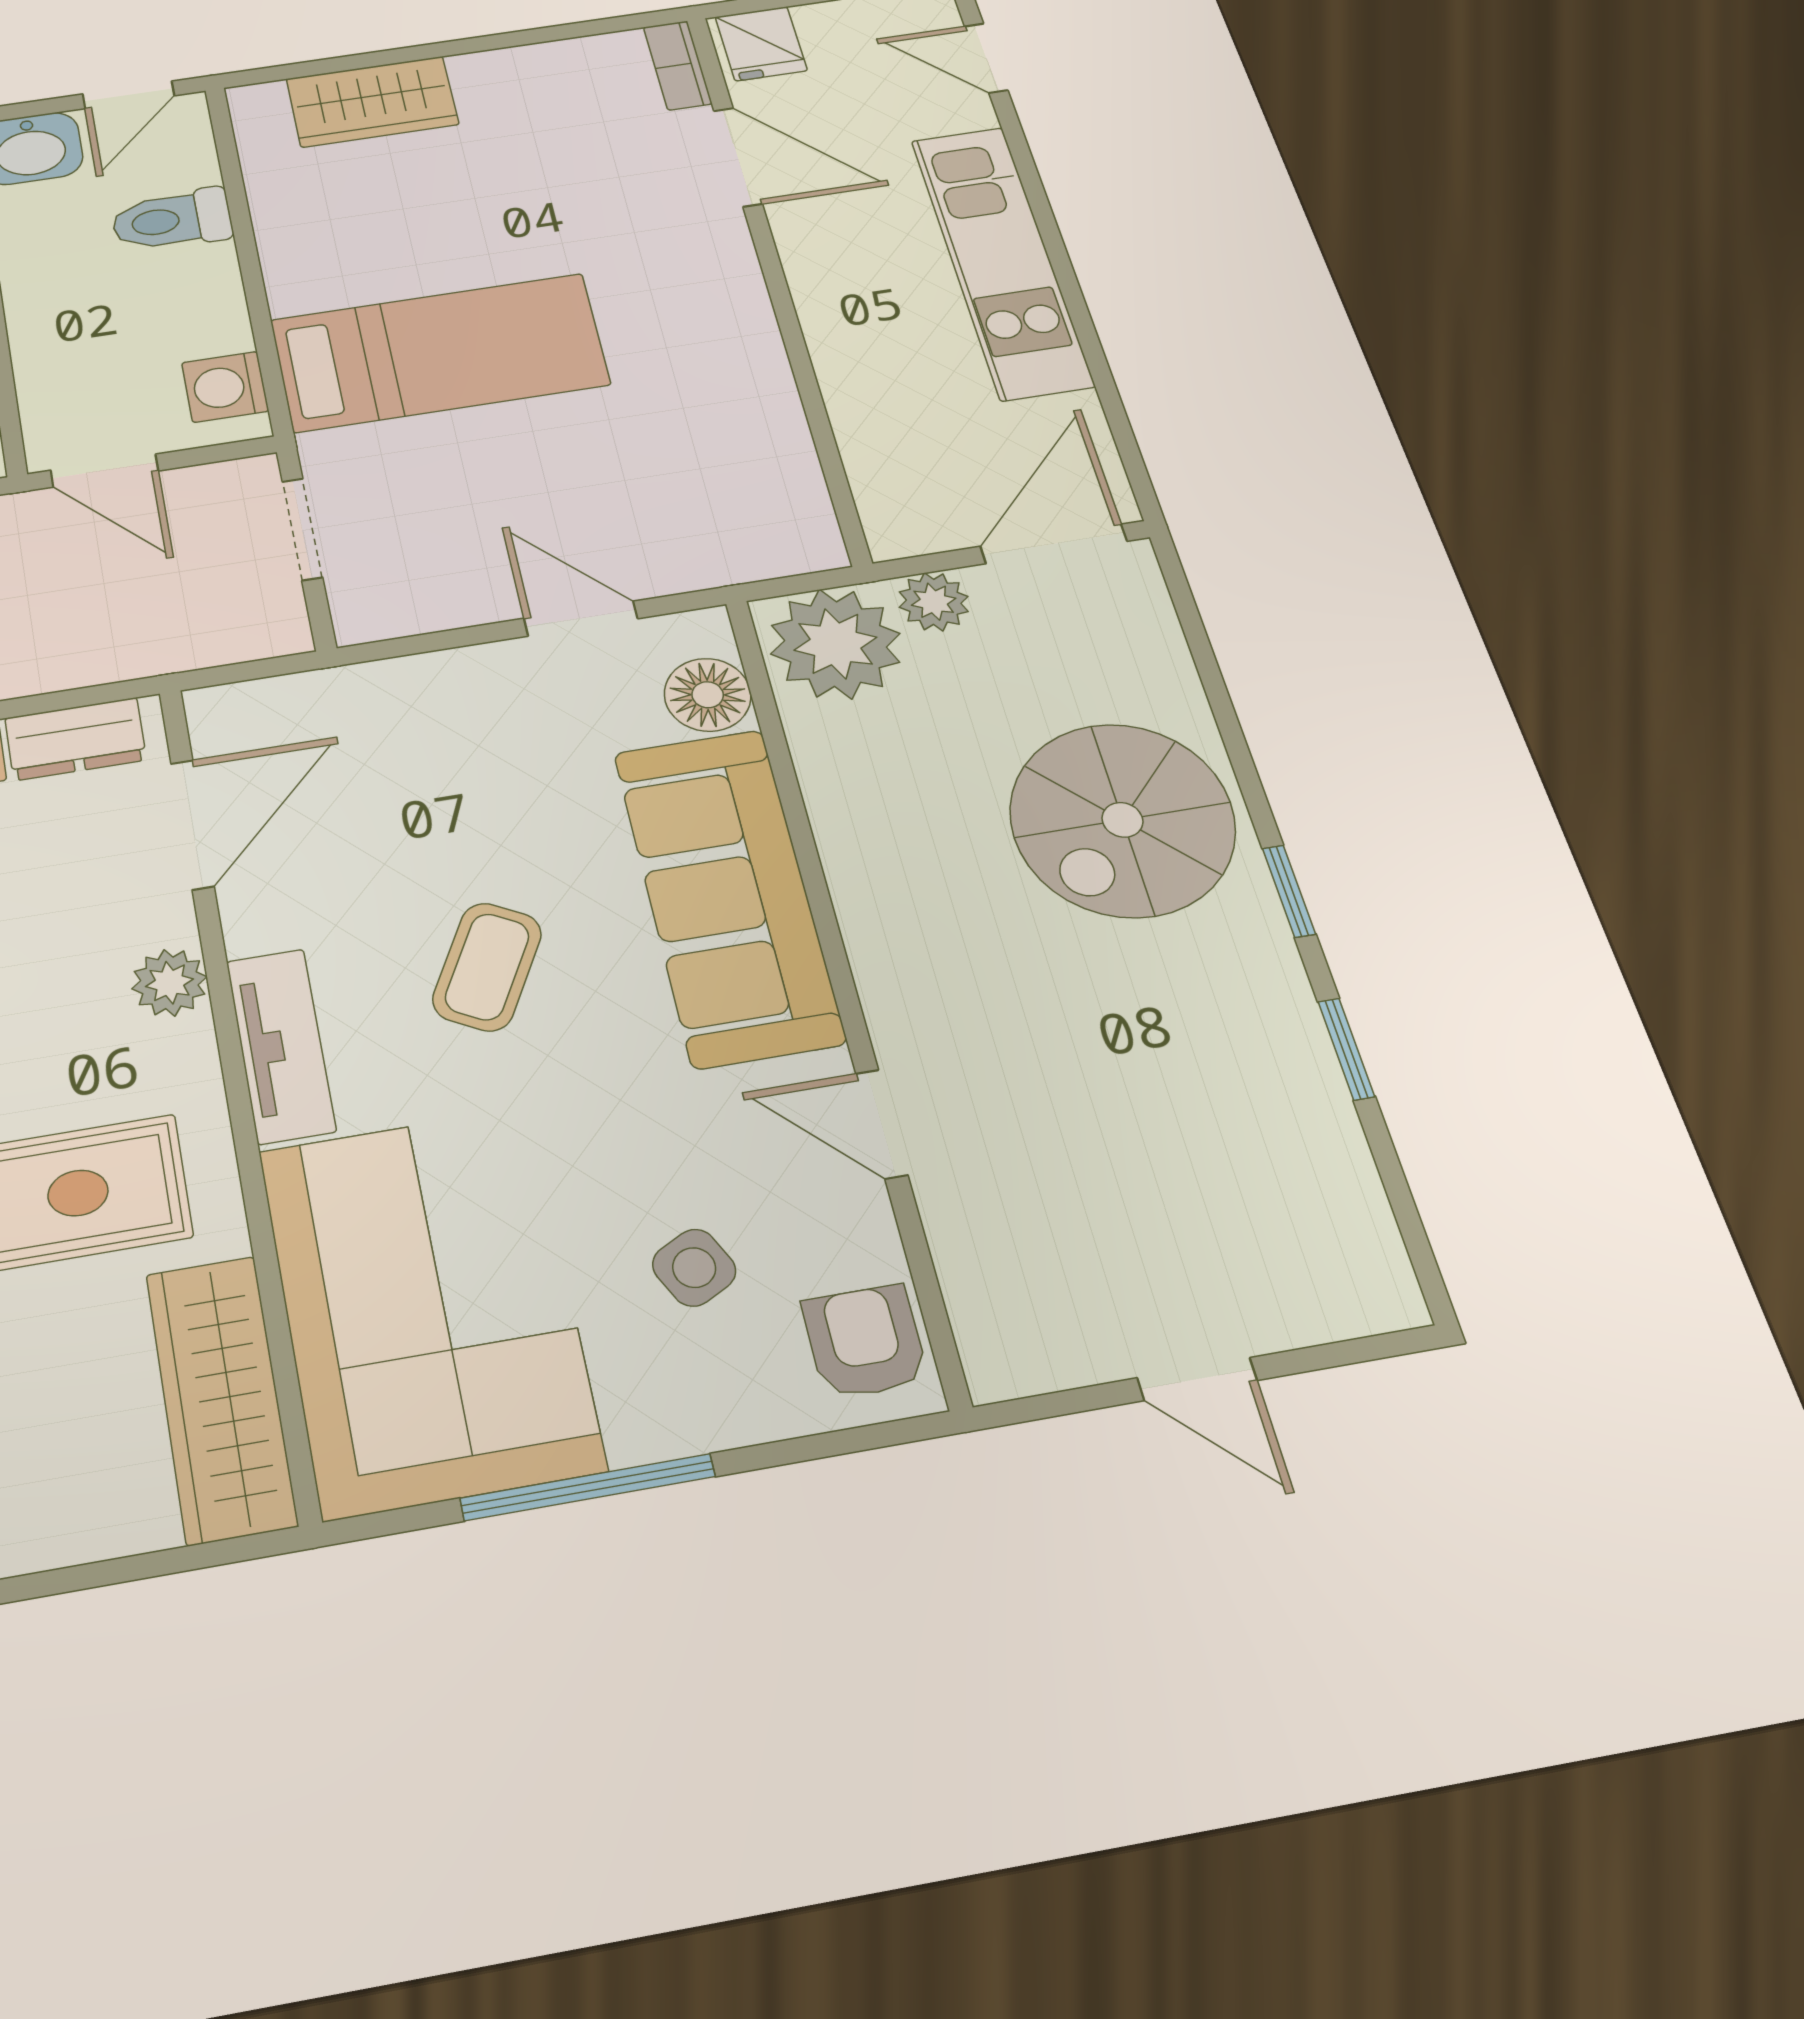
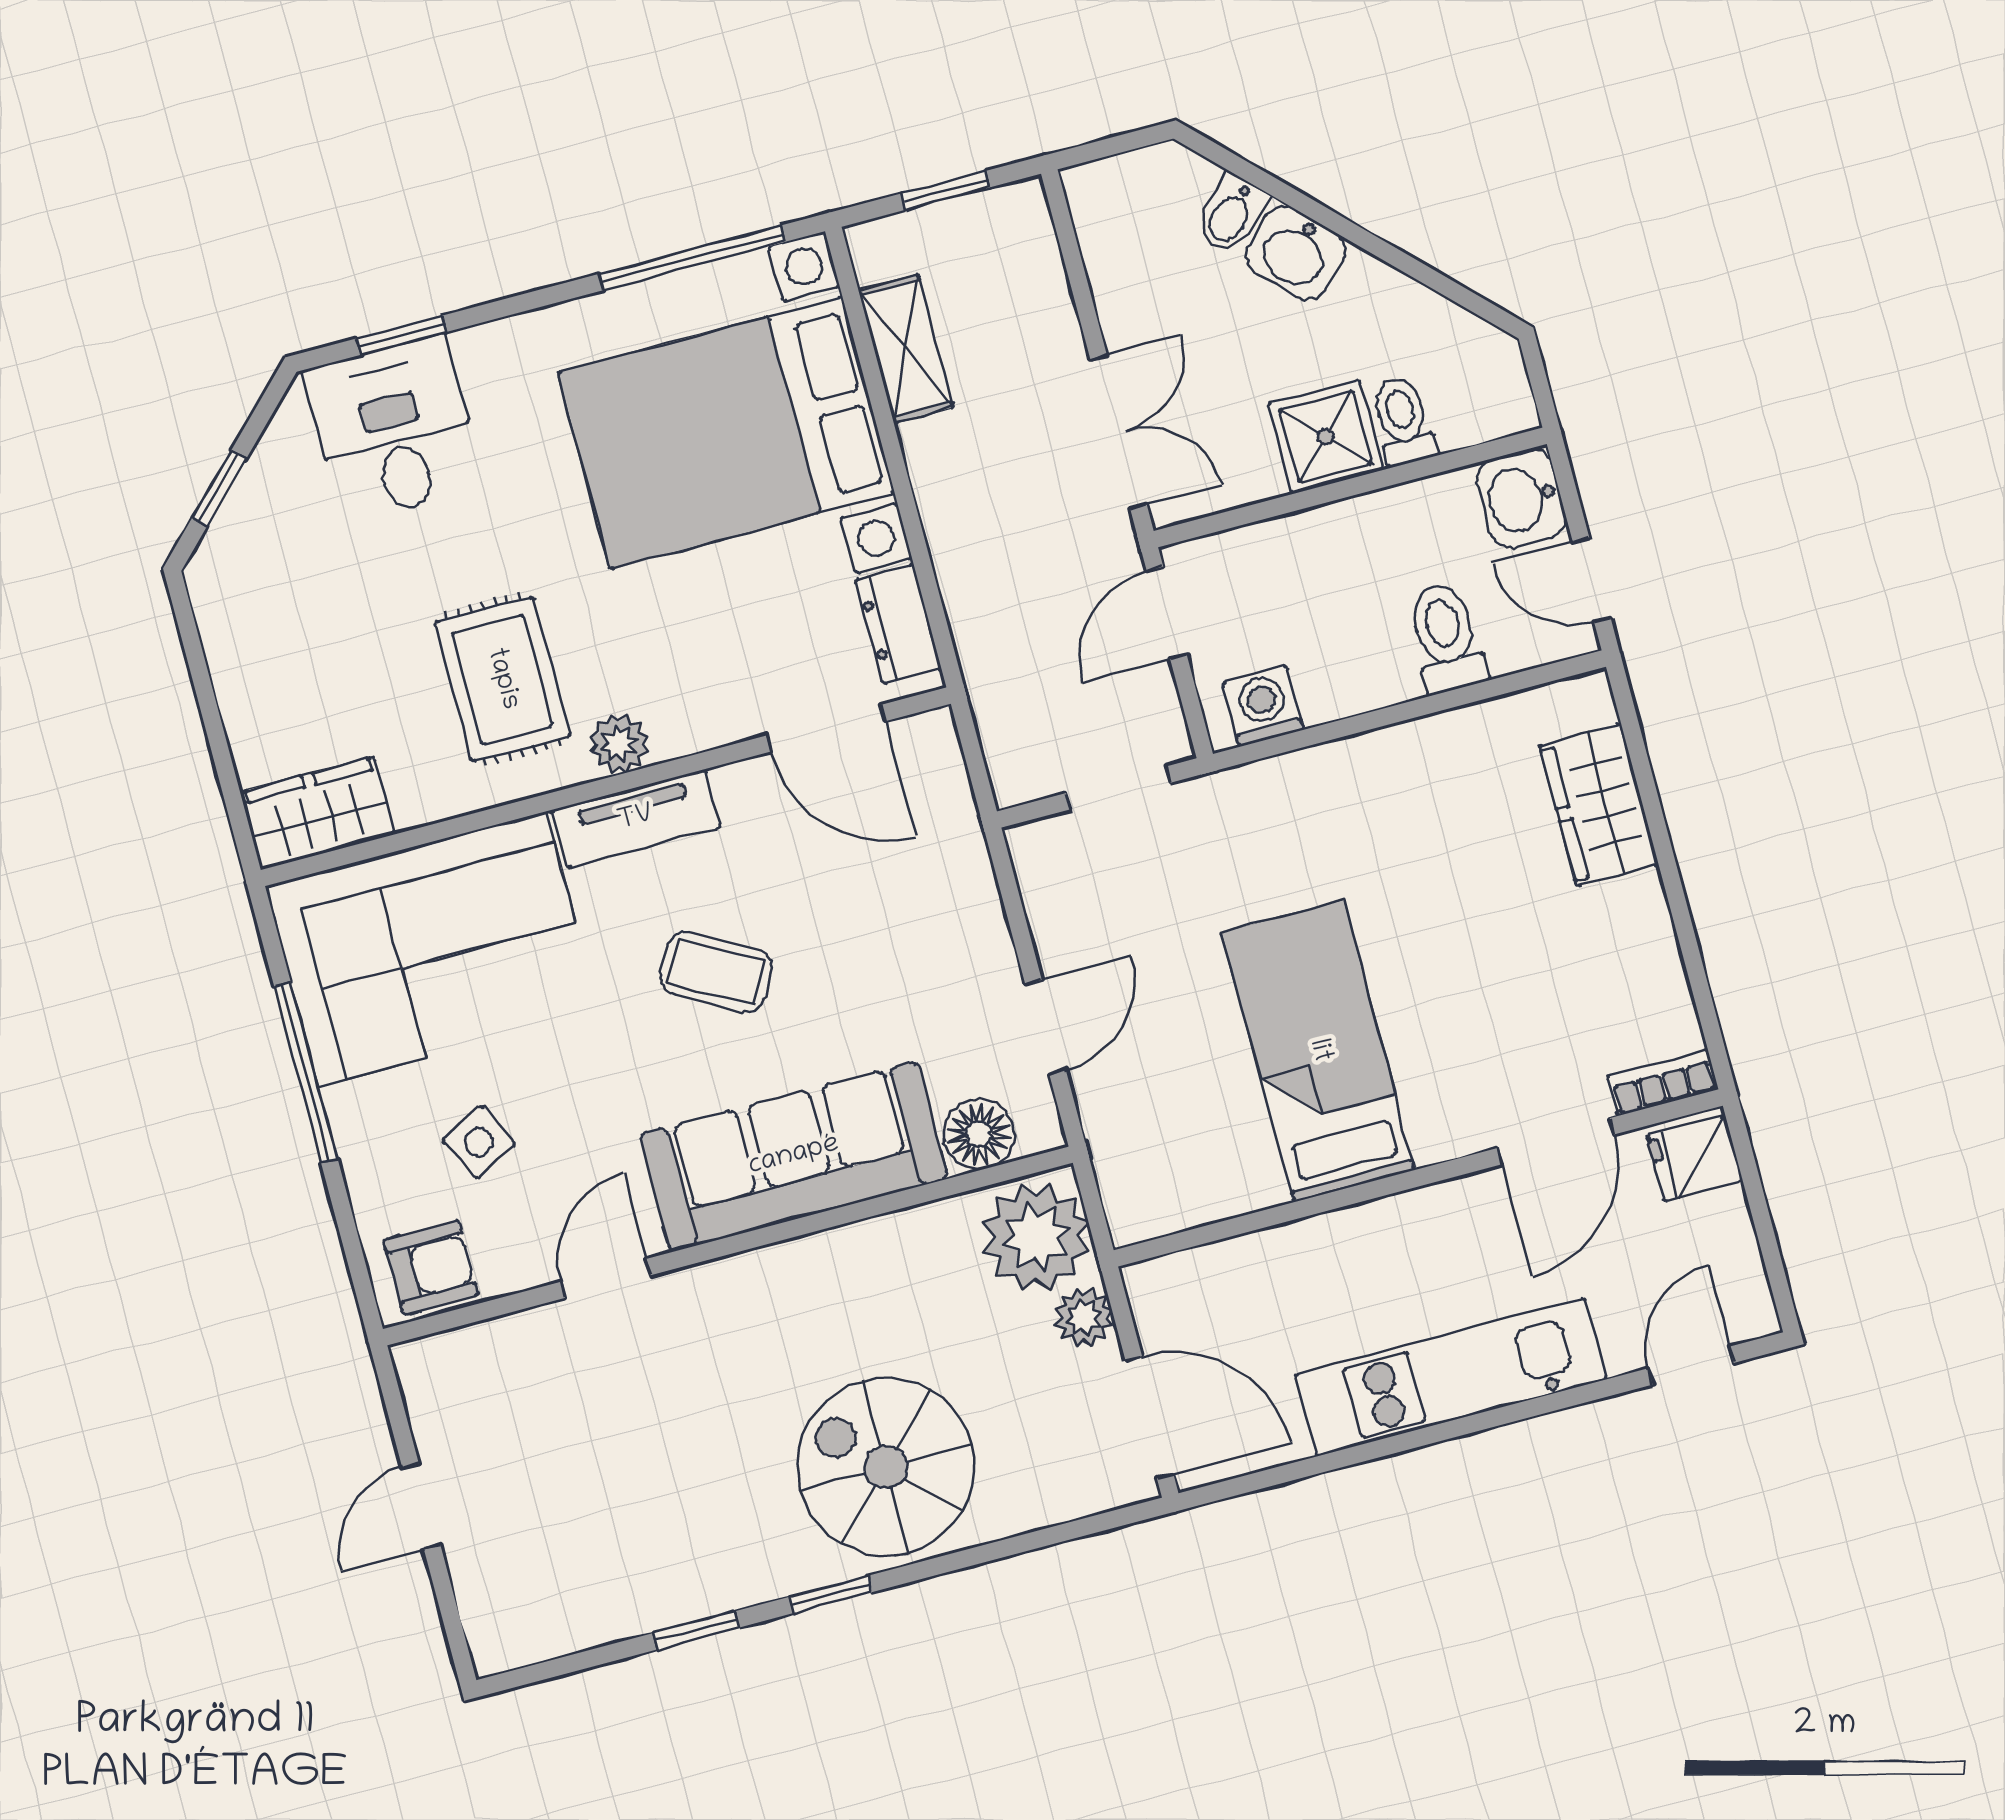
bed: (440, 352) -> (1319, 1051), moved, turned 180
plant: (169, 983) -> (619, 744), moved
wardrobe: (221, 1398) -> (317, 813), width x0.67

